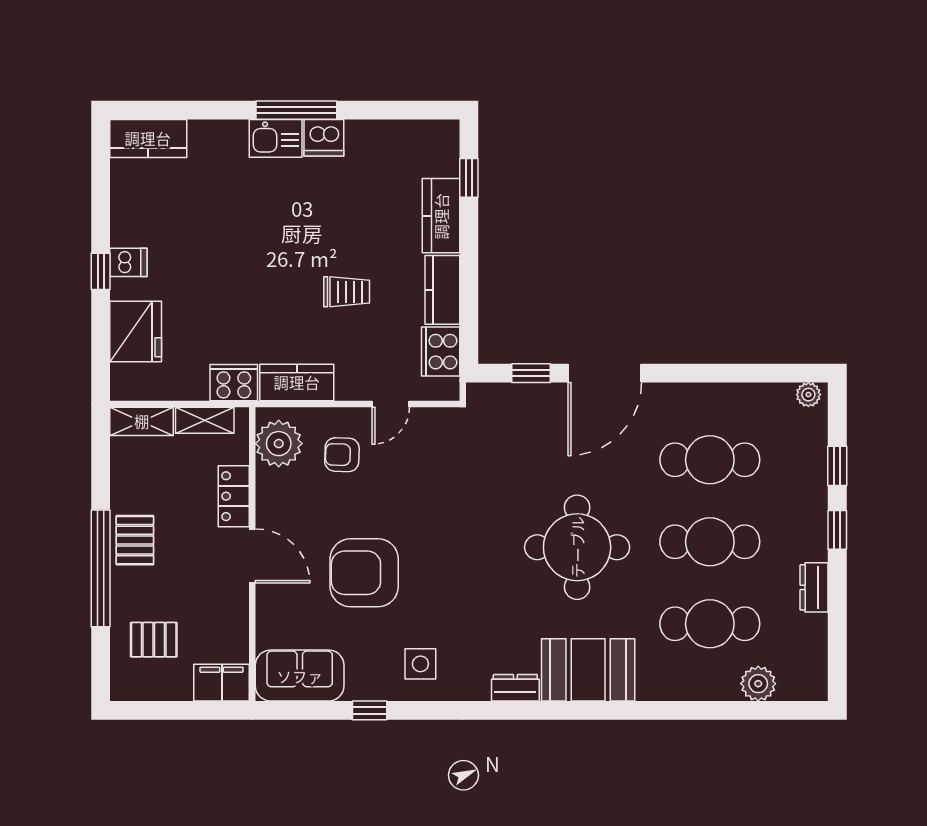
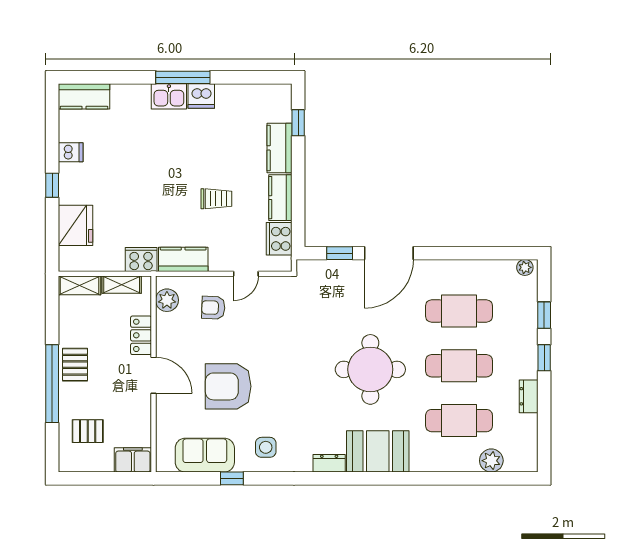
dishwasher: (128, 262) -> (71, 152), moved
plant: (279, 444) -> (167, 300), width x0.73, depth x0.73
sofa: (300, 676) -> (205, 455), moved

